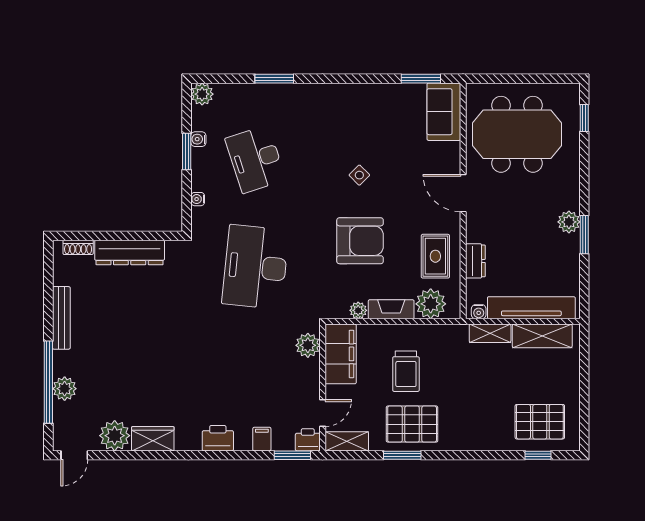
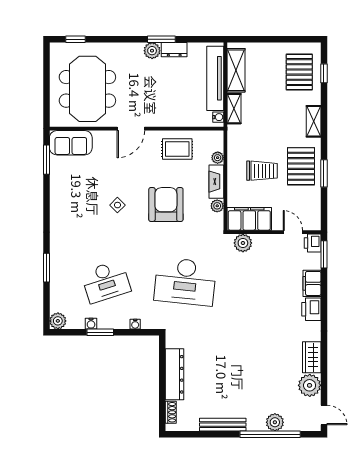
dresser: (475, 261) -> (174, 50), moved, turned 180
plant: (431, 304) -> (218, 158), width x0.53, depth x0.53
filing cabinet: (262, 439) -> (312, 283), width x2.00
shelving: (347, 441) -> (314, 121), moved

